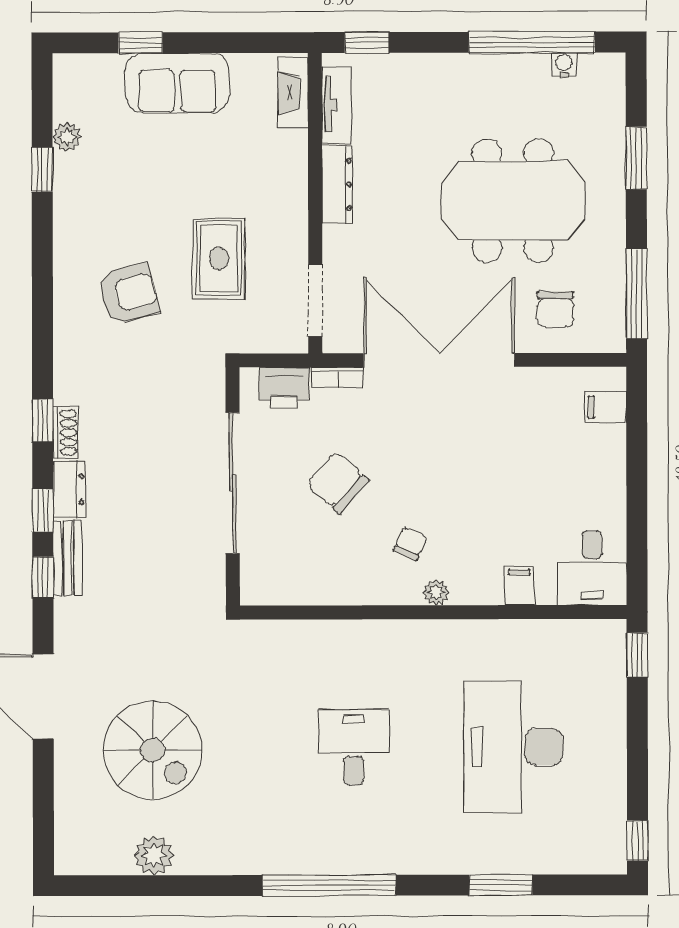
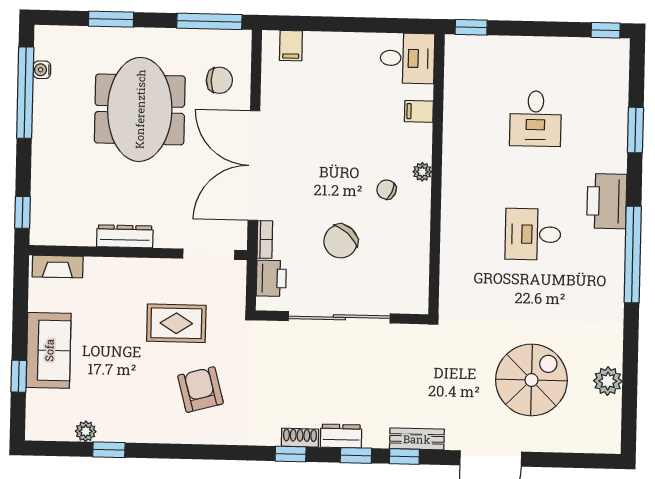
tv unit: (336, 105) -> (67, 235), removed
bench: (68, 558) -> (417, 439), moved
desk: (513, 747) -> (536, 119), width x0.53, depth x0.77
printer: (402, 848) -> (607, 201), added

